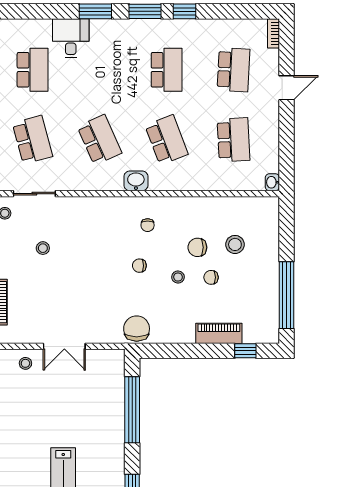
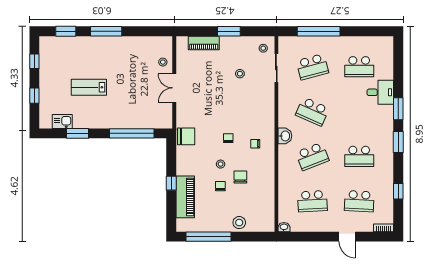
window: (184, 11) -> (398, 191), moved
school desk: (100, 140) -> (312, 112), turned 48
stool: (235, 244) -> (239, 223), moved
piano: (219, 333) -> (185, 197), width x1.37, depth x1.33
window: (245, 351) -> (171, 183), moved

